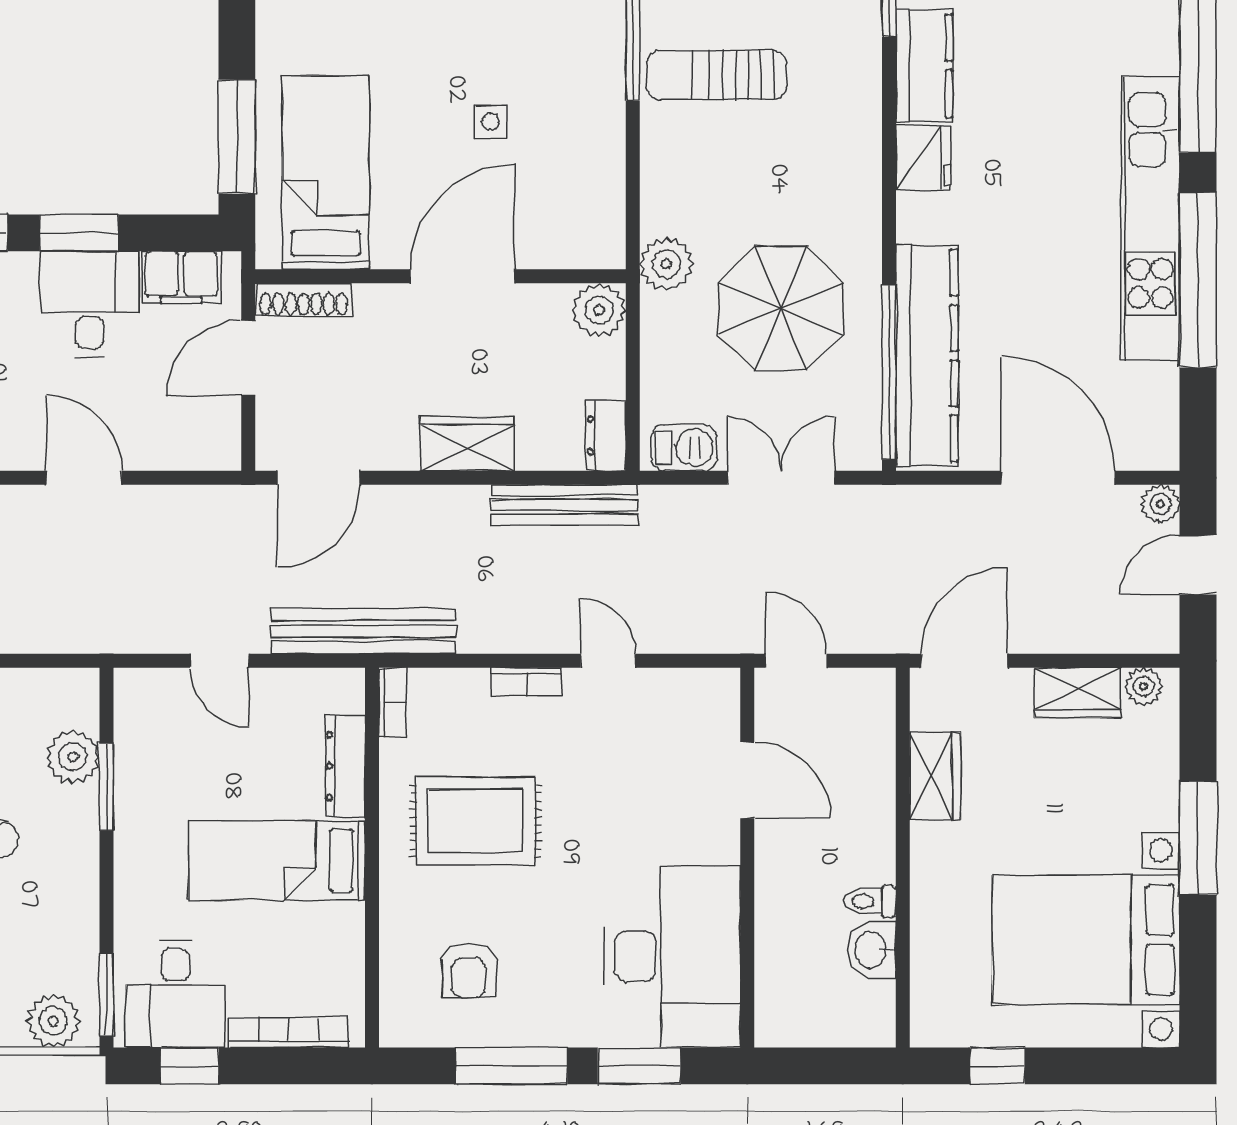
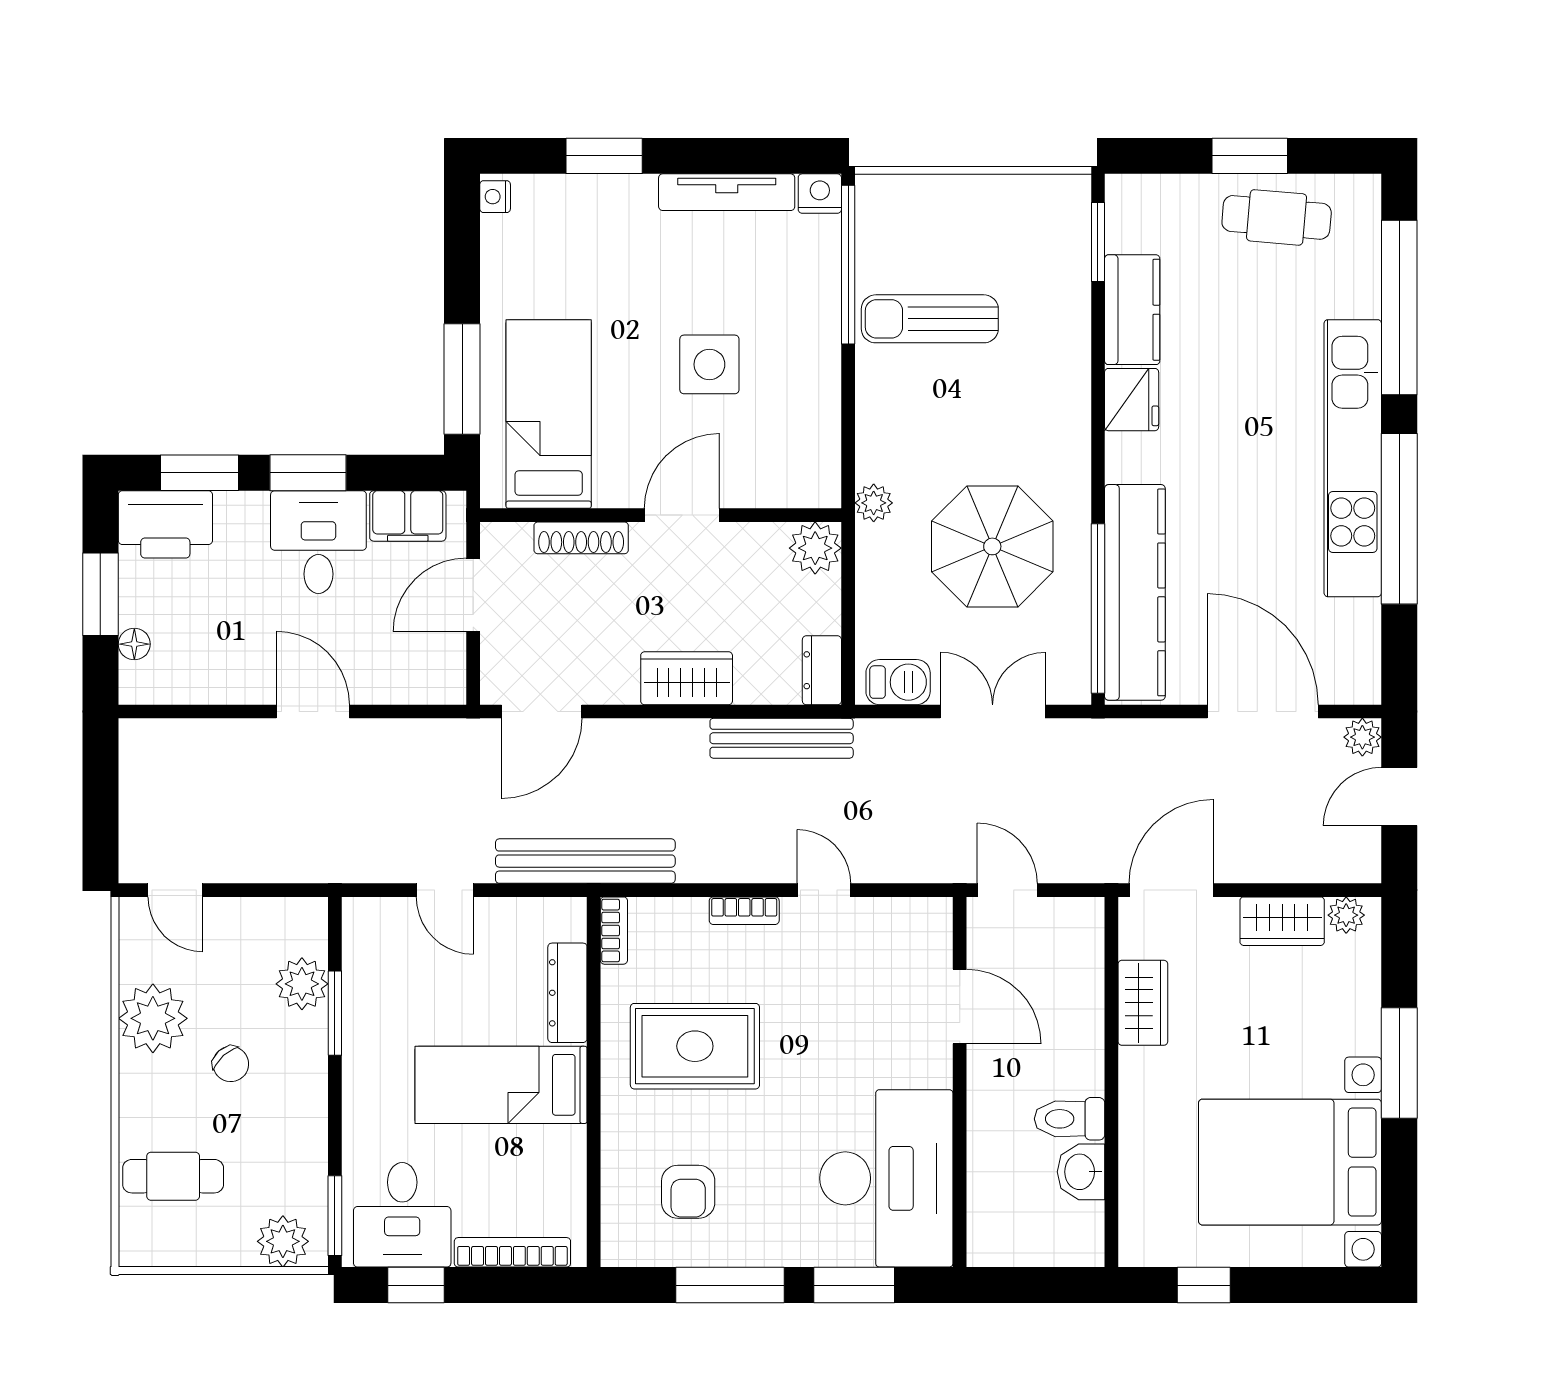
side table: (491, 122) -> (709, 364), width x1.87, depth x1.87
plant: (666, 264) -> (874, 503), width x0.73, depth x0.73
door: (462, 276) -> (682, 515), width x0.73
shoe rack: (304, 300) -> (581, 538), moved
toilet: (870, 901) -> (1069, 1119), width x1.37, depth x1.39

